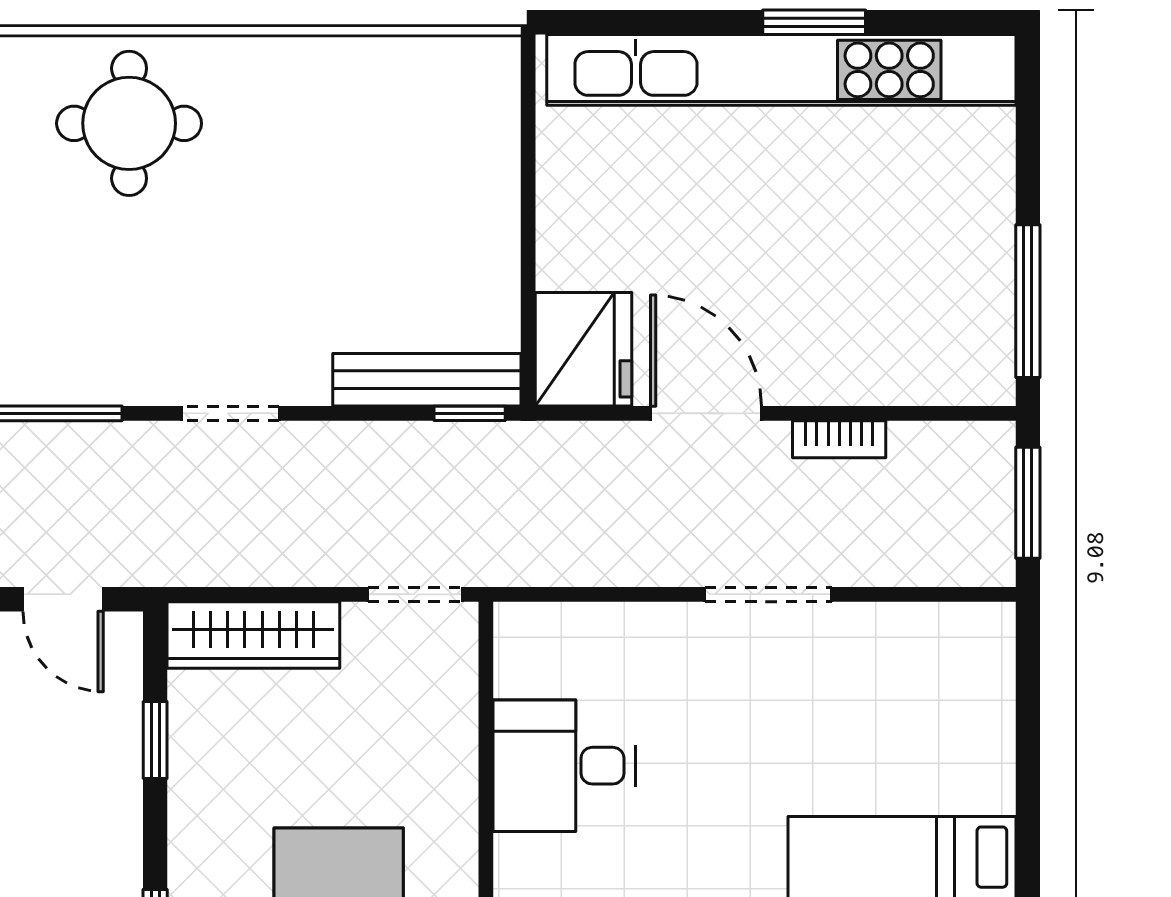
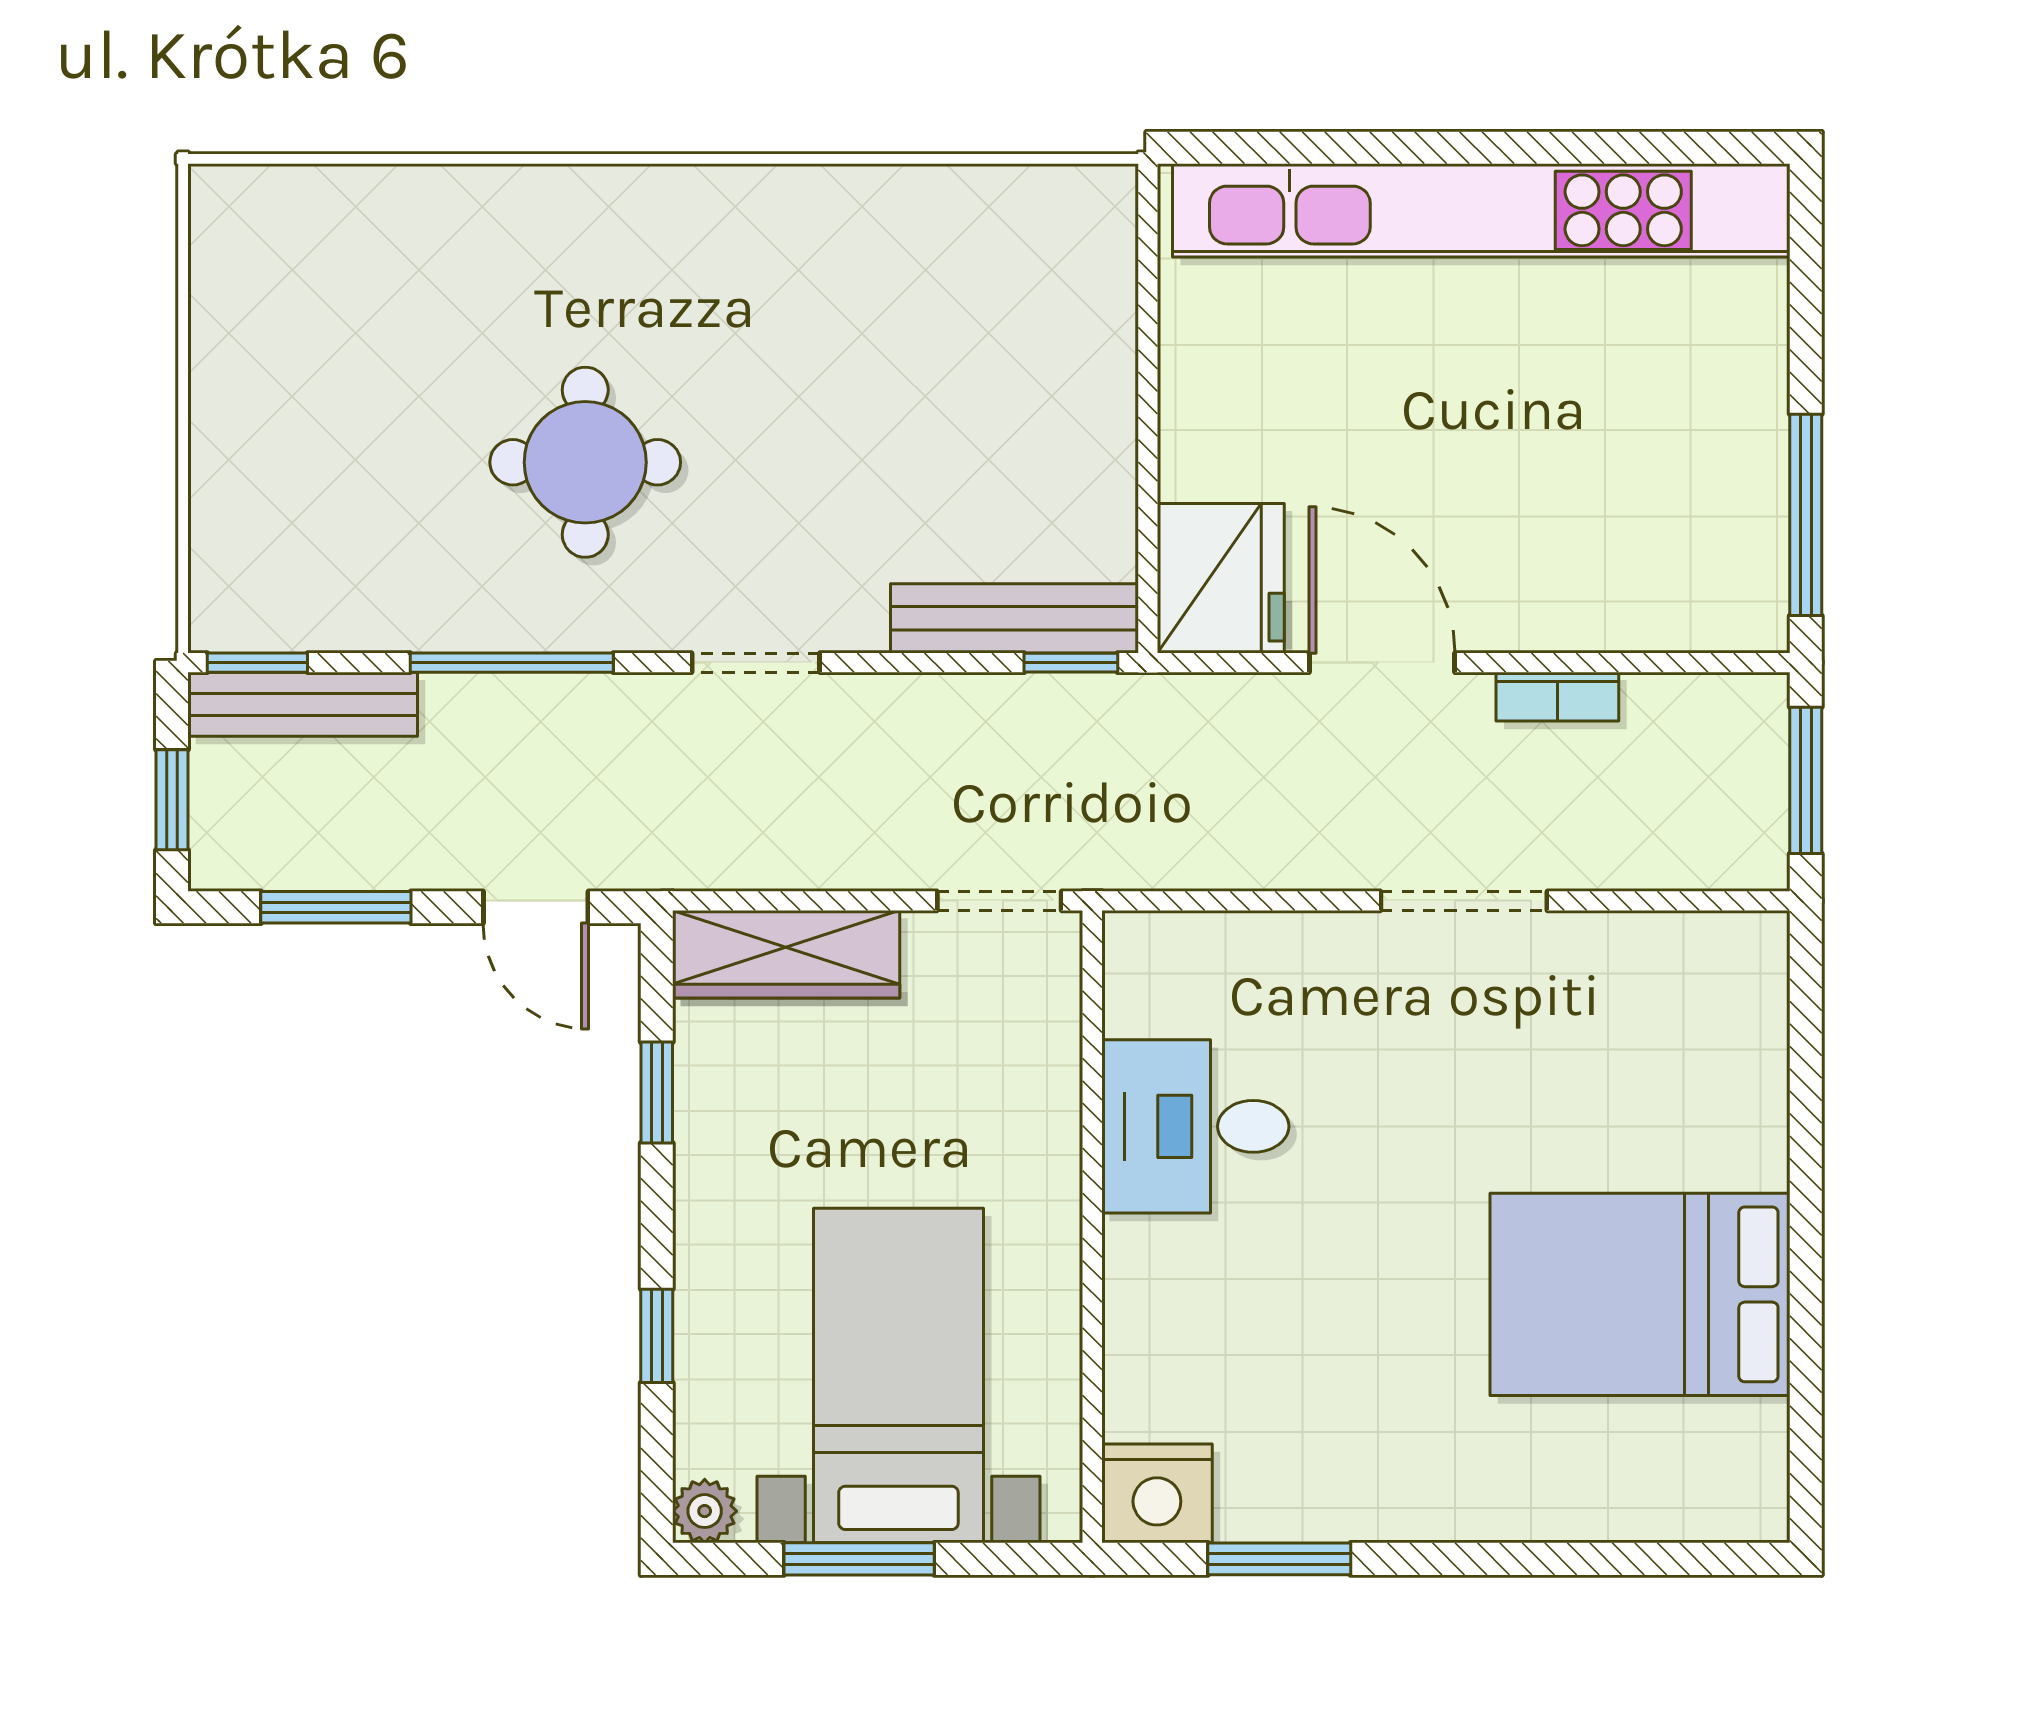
window: (814, 22) -> (1524, 148), removed
round table: (129, 123) -> (585, 462), moved

